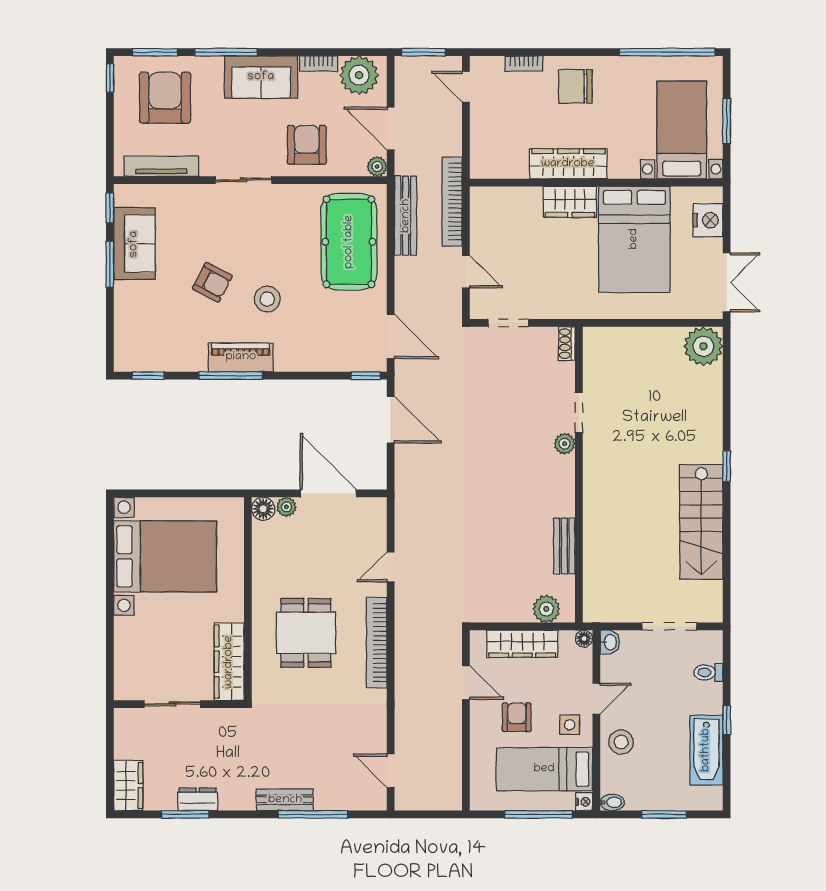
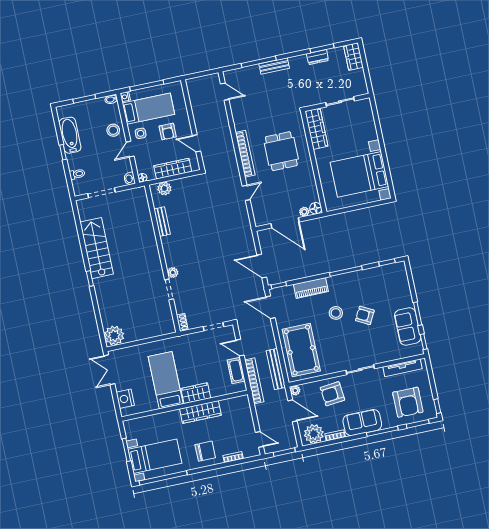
bed with nightstands: (682, 130) -> (155, 456), moved, turned -90
armchair: (307, 145) -> (332, 394), turned 84
cot: (483, 229) -> (236, 371), added
bed: (634, 239) -> (166, 380), width x0.67
piano: (241, 357) -> (311, 288), moved

